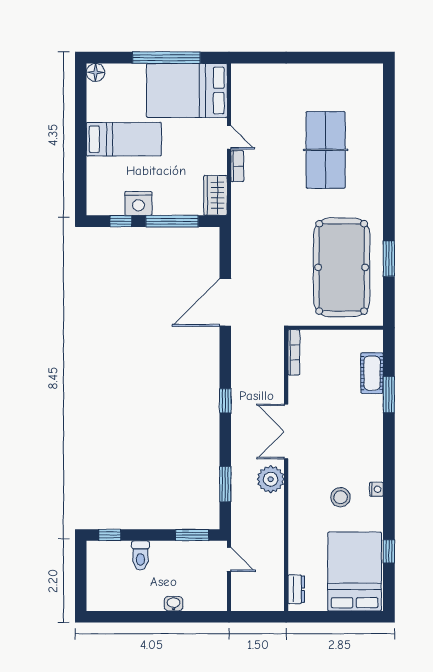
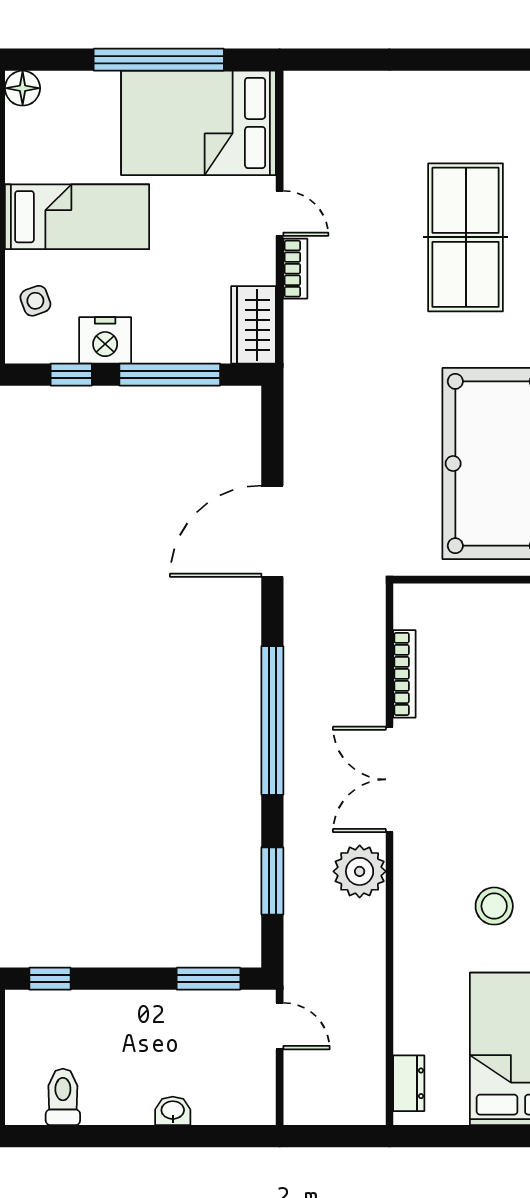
side table: (102, 183) -> (35, 301), added
bookcase: (294, 352) -> (404, 674), moved
window: (225, 401) -> (272, 720), width x3.17
toilet: (140, 555) -> (63, 1097), moved, turned 180

